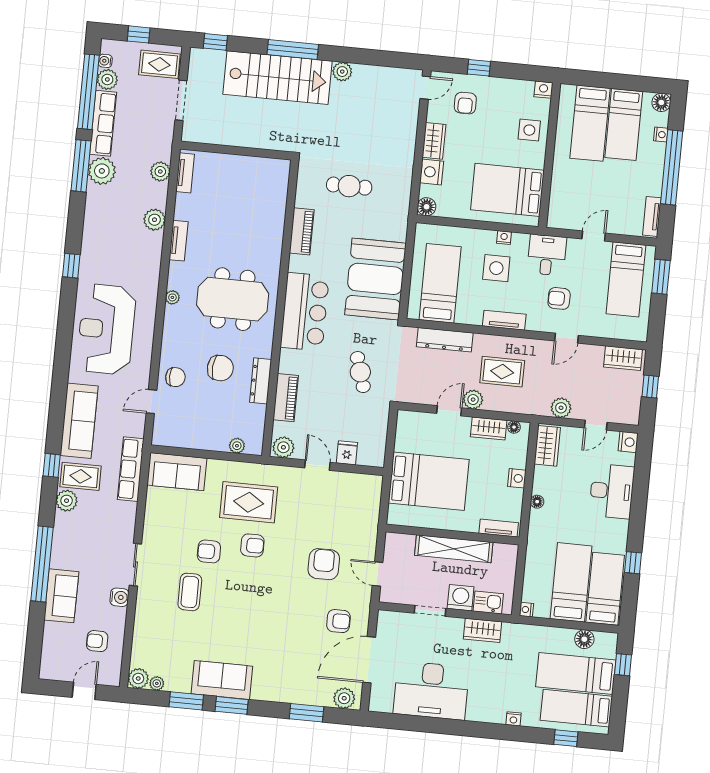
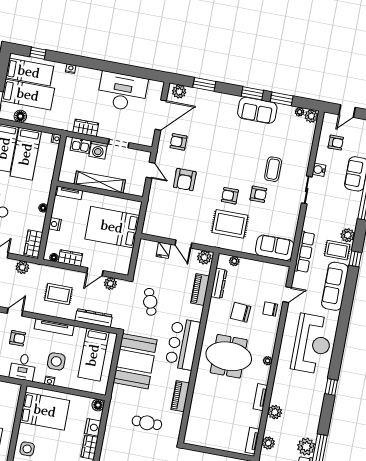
tv unit: (504, 320) -> (54, 327), width x1.41
dresser: (261, 381) -> (219, 283), moved
plant: (473, 400) -> (110, 284), moved

